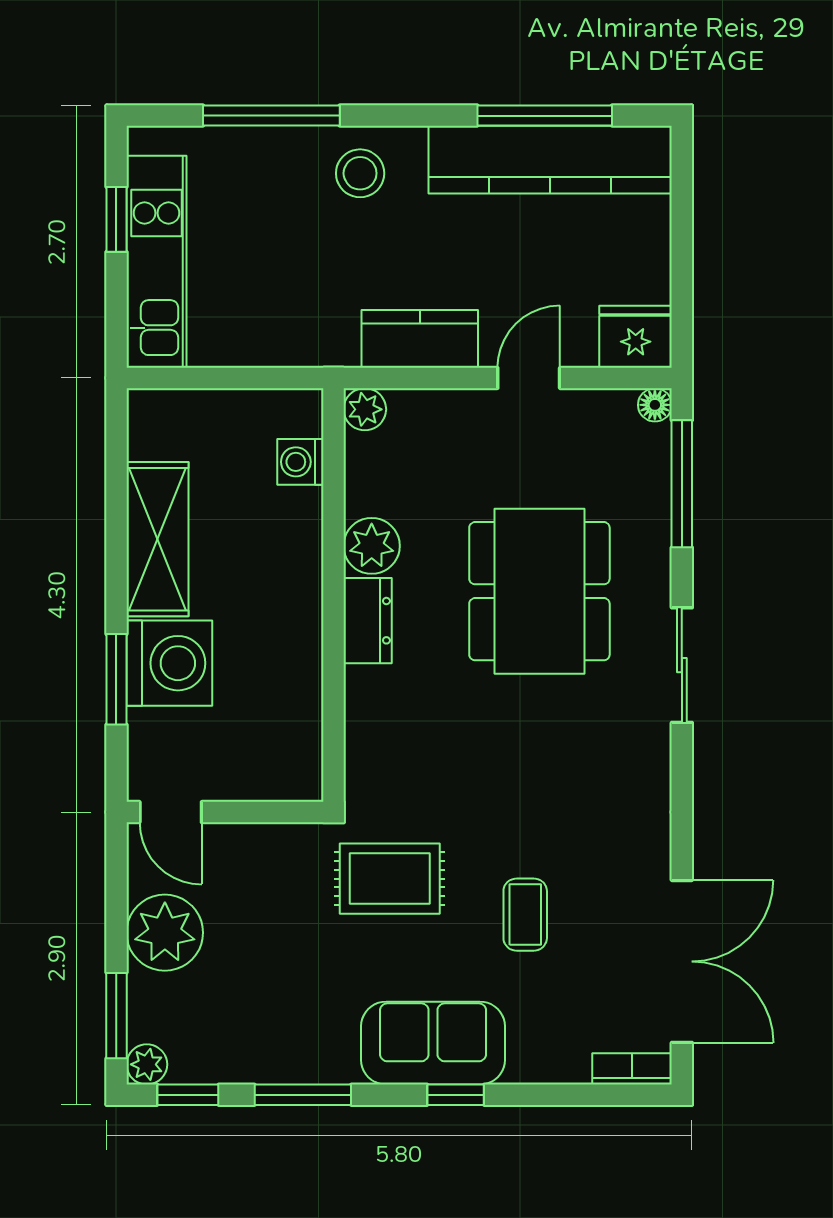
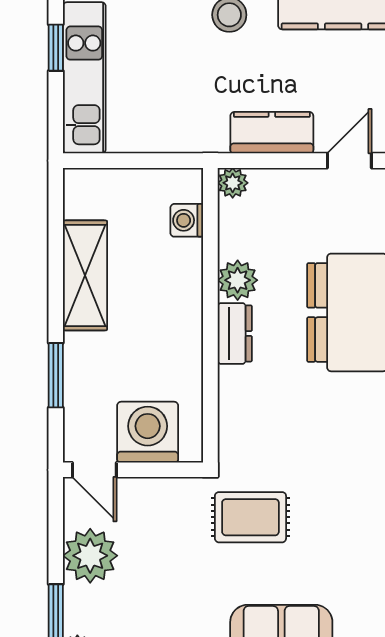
washing machine: (169, 663) -> (148, 432), moved, turned -90
coffee table: (525, 915) -> (347, 543), removed

